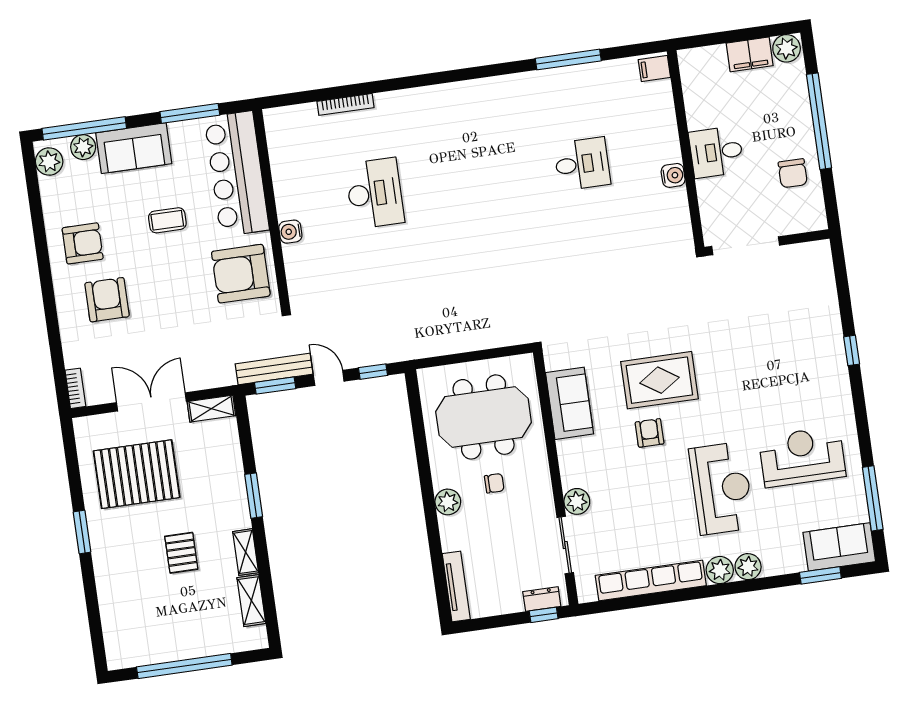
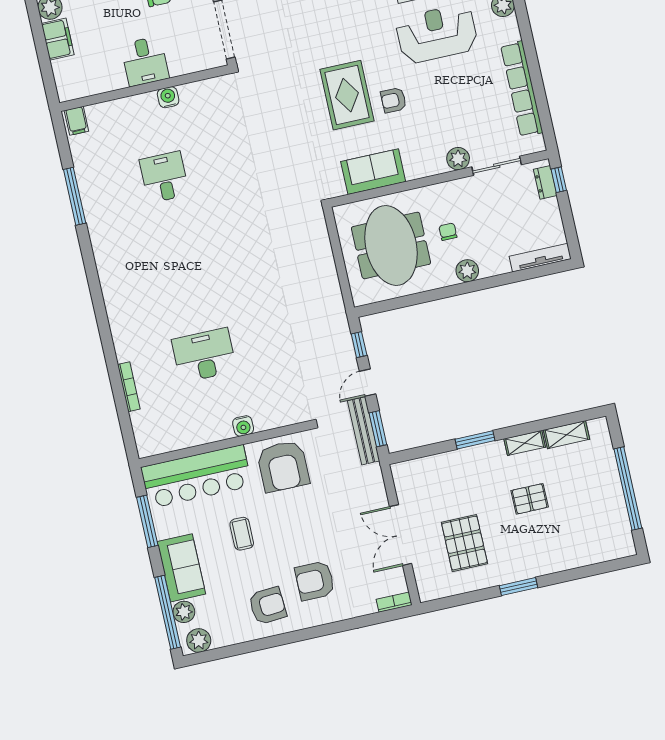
armchair: (83, 243) -> (268, 606), turned 86
shelving: (211, 409) -> (402, 483), removed
pallet: (137, 474) -> (464, 543), width x0.73, depth x0.71
plant: (720, 570) -> (508, 30), removed

